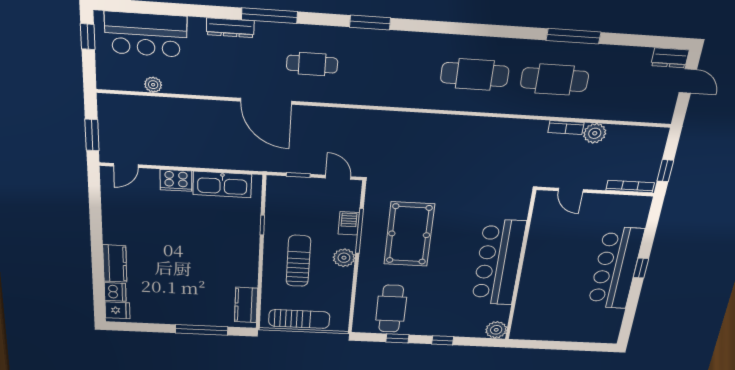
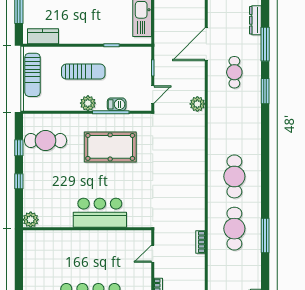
window: (370, 22) -> (265, 91), moved
plant: (595, 133) -> (197, 104), moved
bar counter: (499, 263) -> (100, 213), width x0.73

